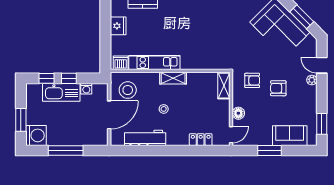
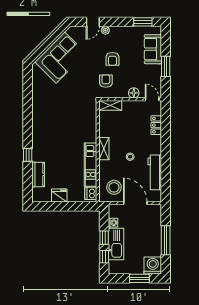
window: (302, 17) -> (52, 39), removed

